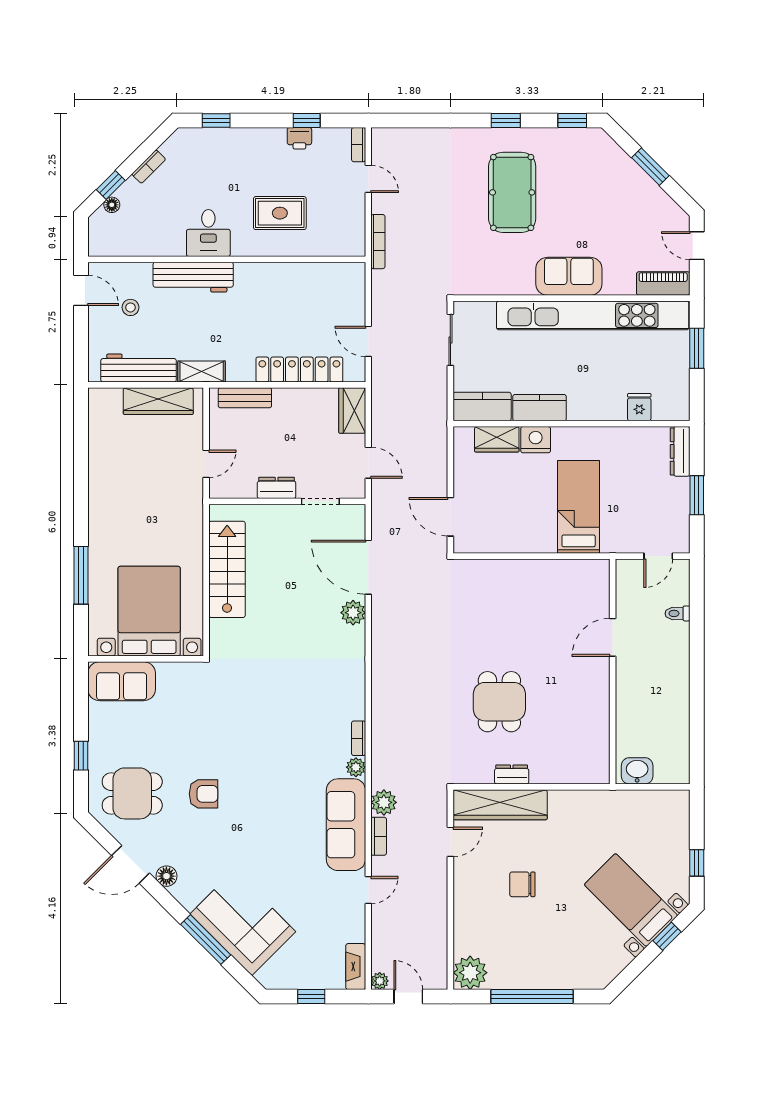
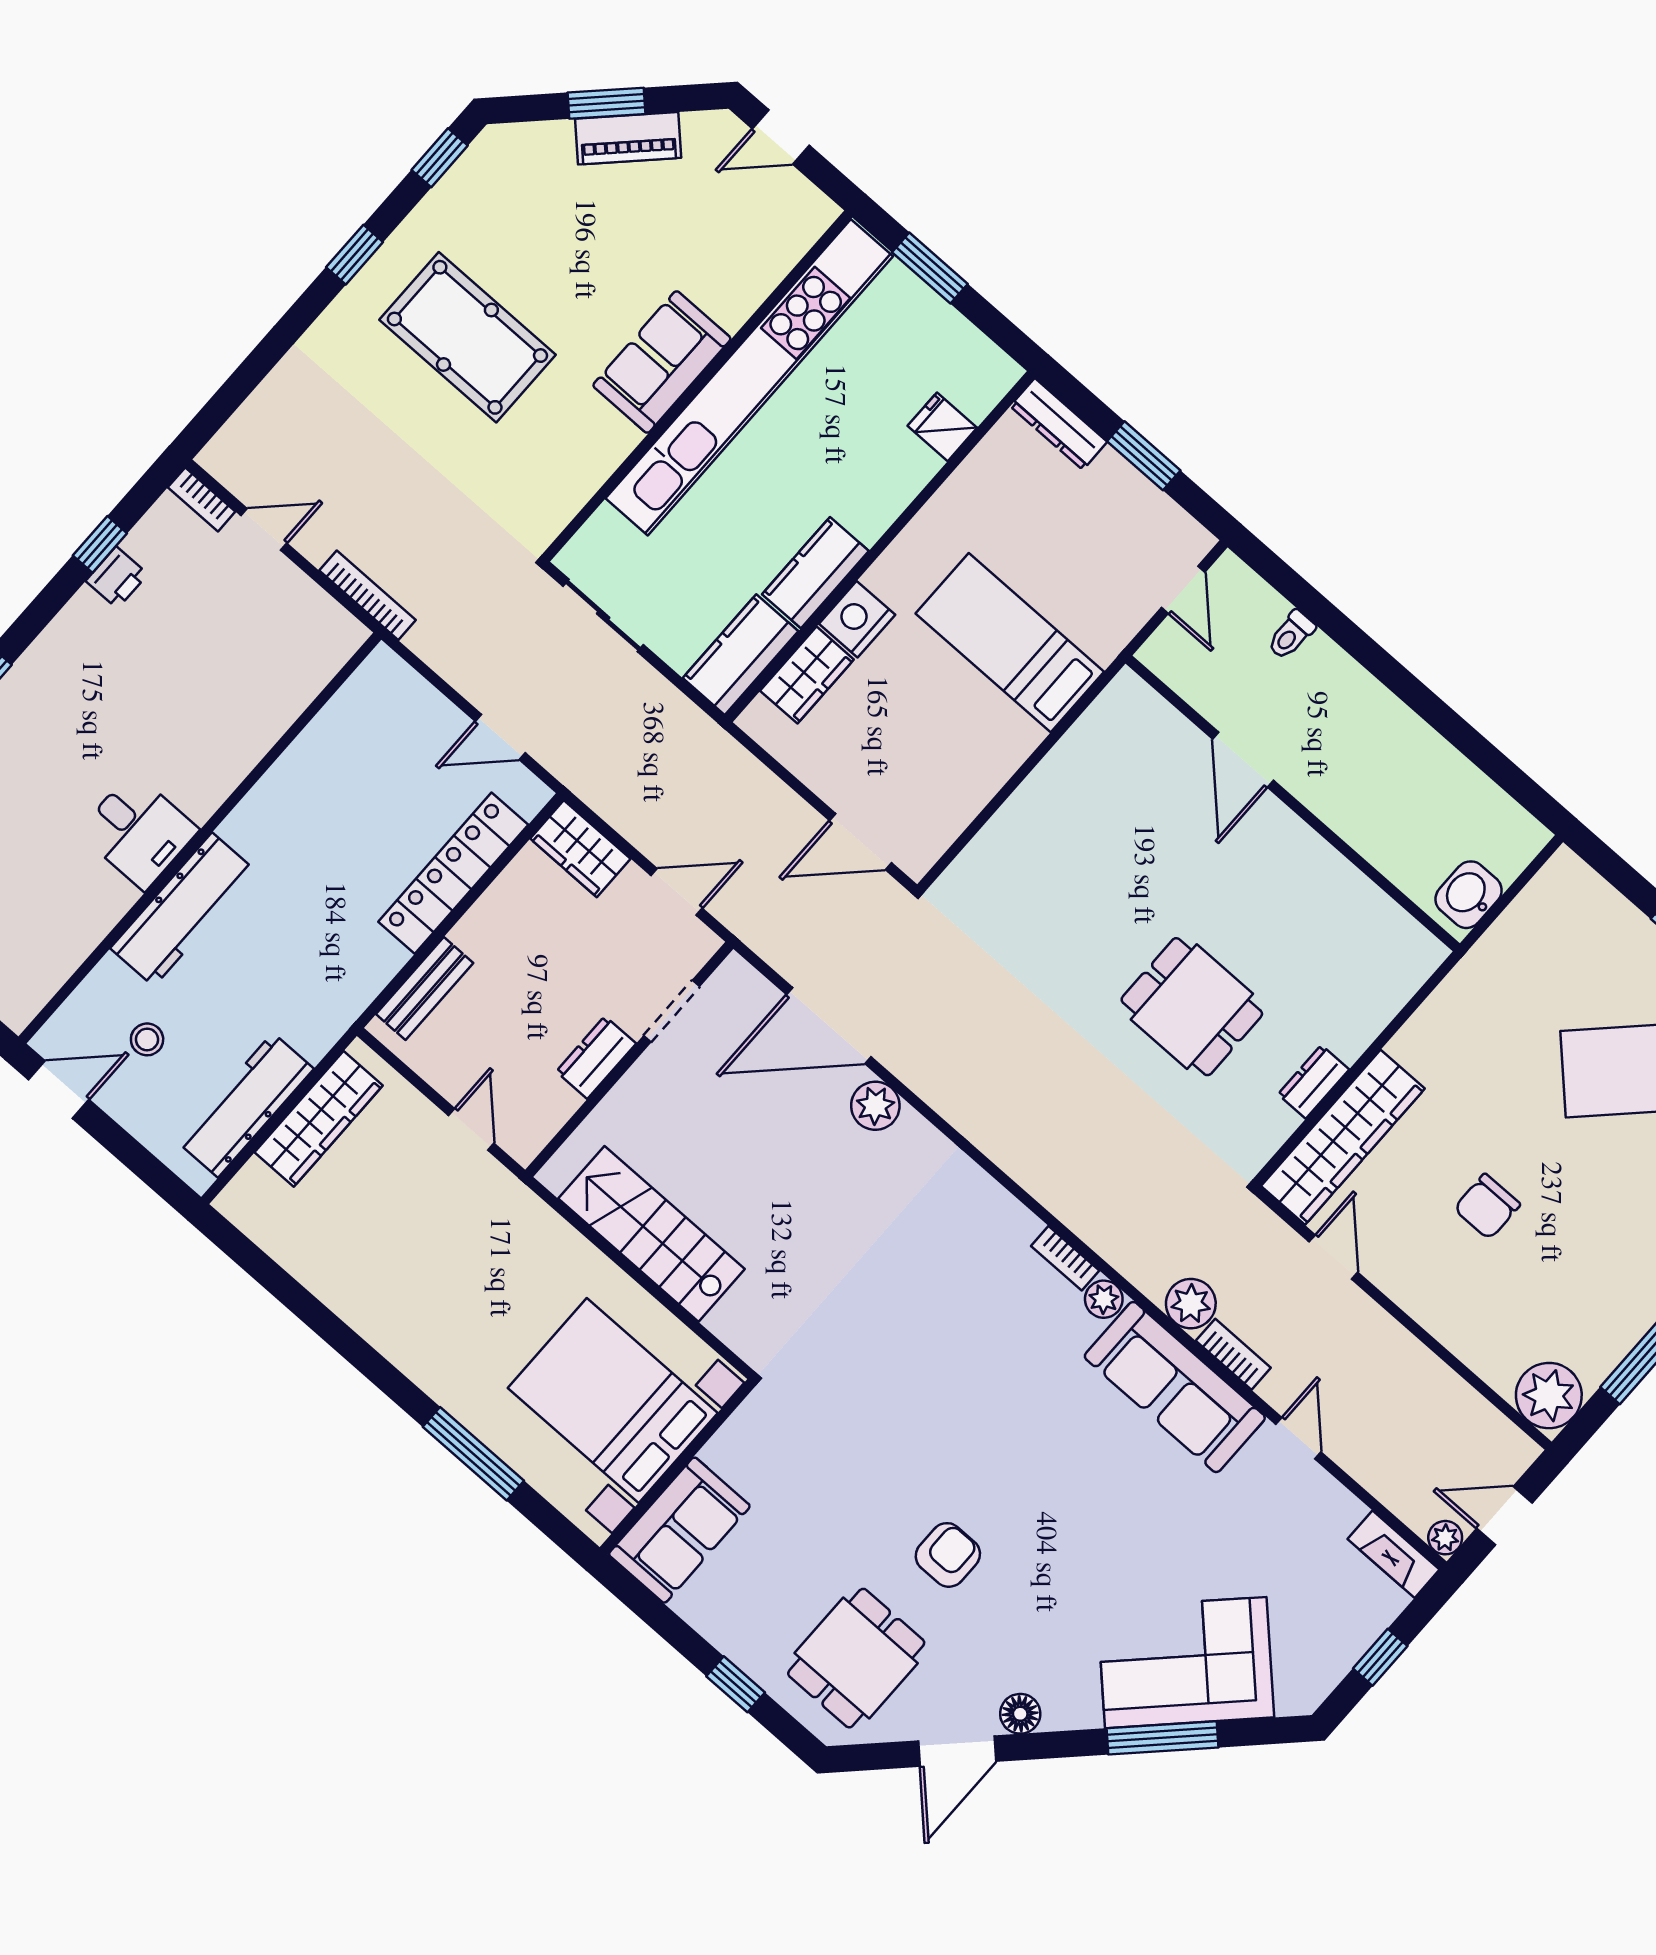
rug: (280, 213) -> (201, 702), removed
piano: (663, 283) -> (628, 138), moved, turned -135
shelving: (202, 372) -> (331, 1018), removed

